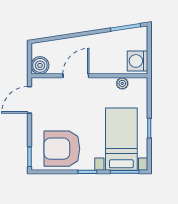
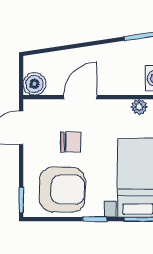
chair: (69, 111) -> (71, 142), added
armchair: (62, 149) -> (62, 190), turned 180

